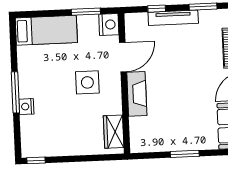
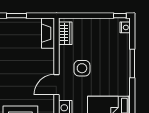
fireplace: (137, 94) -> (48, 33), moved
nightstand: (26, 107) -> (125, 27), moved

